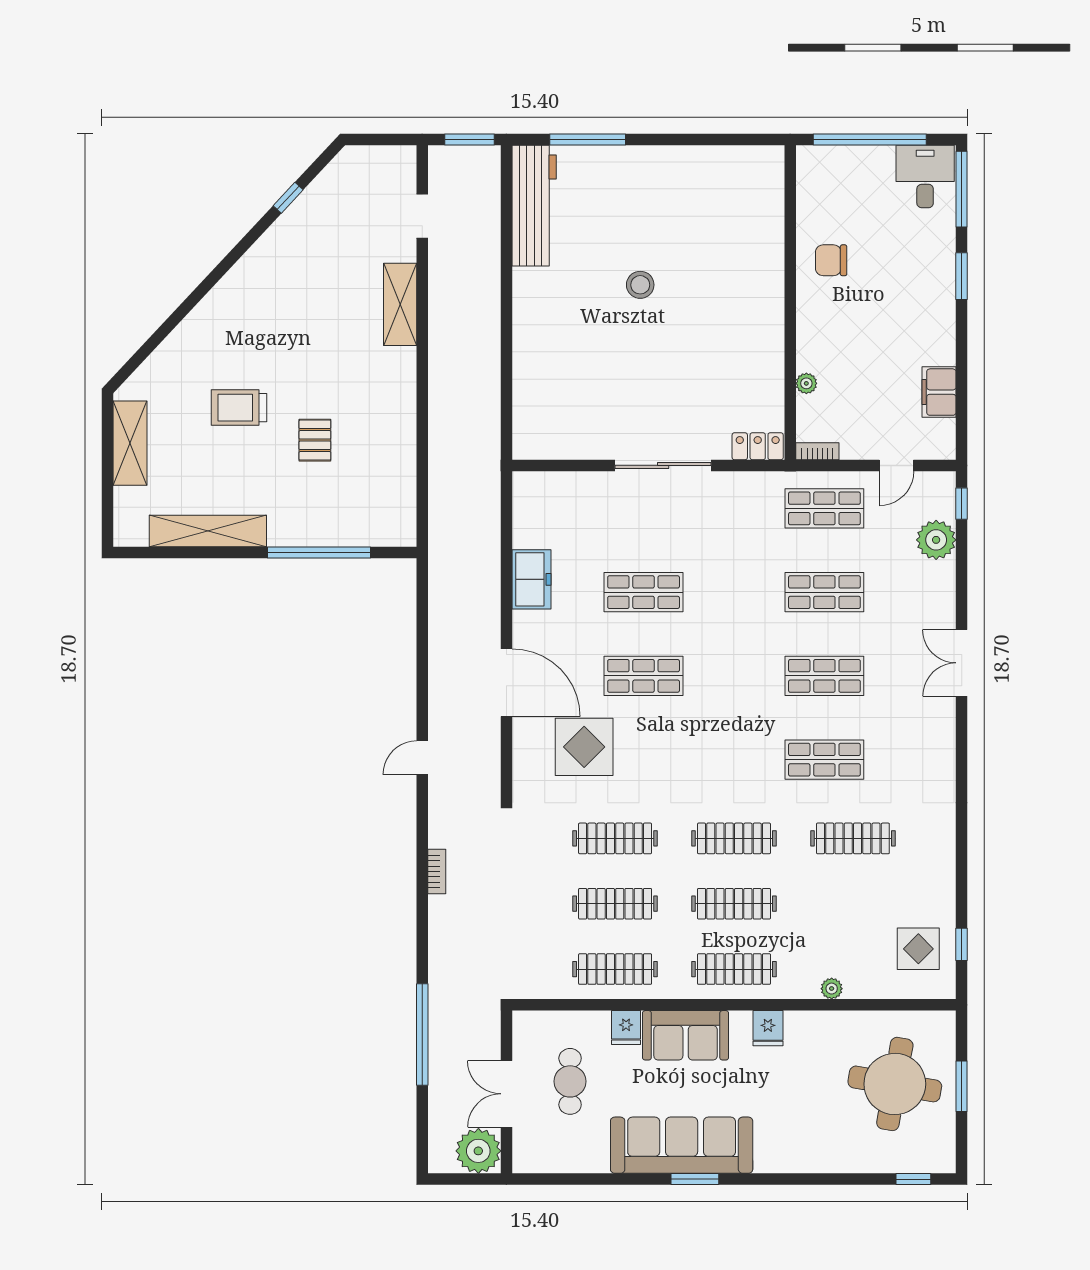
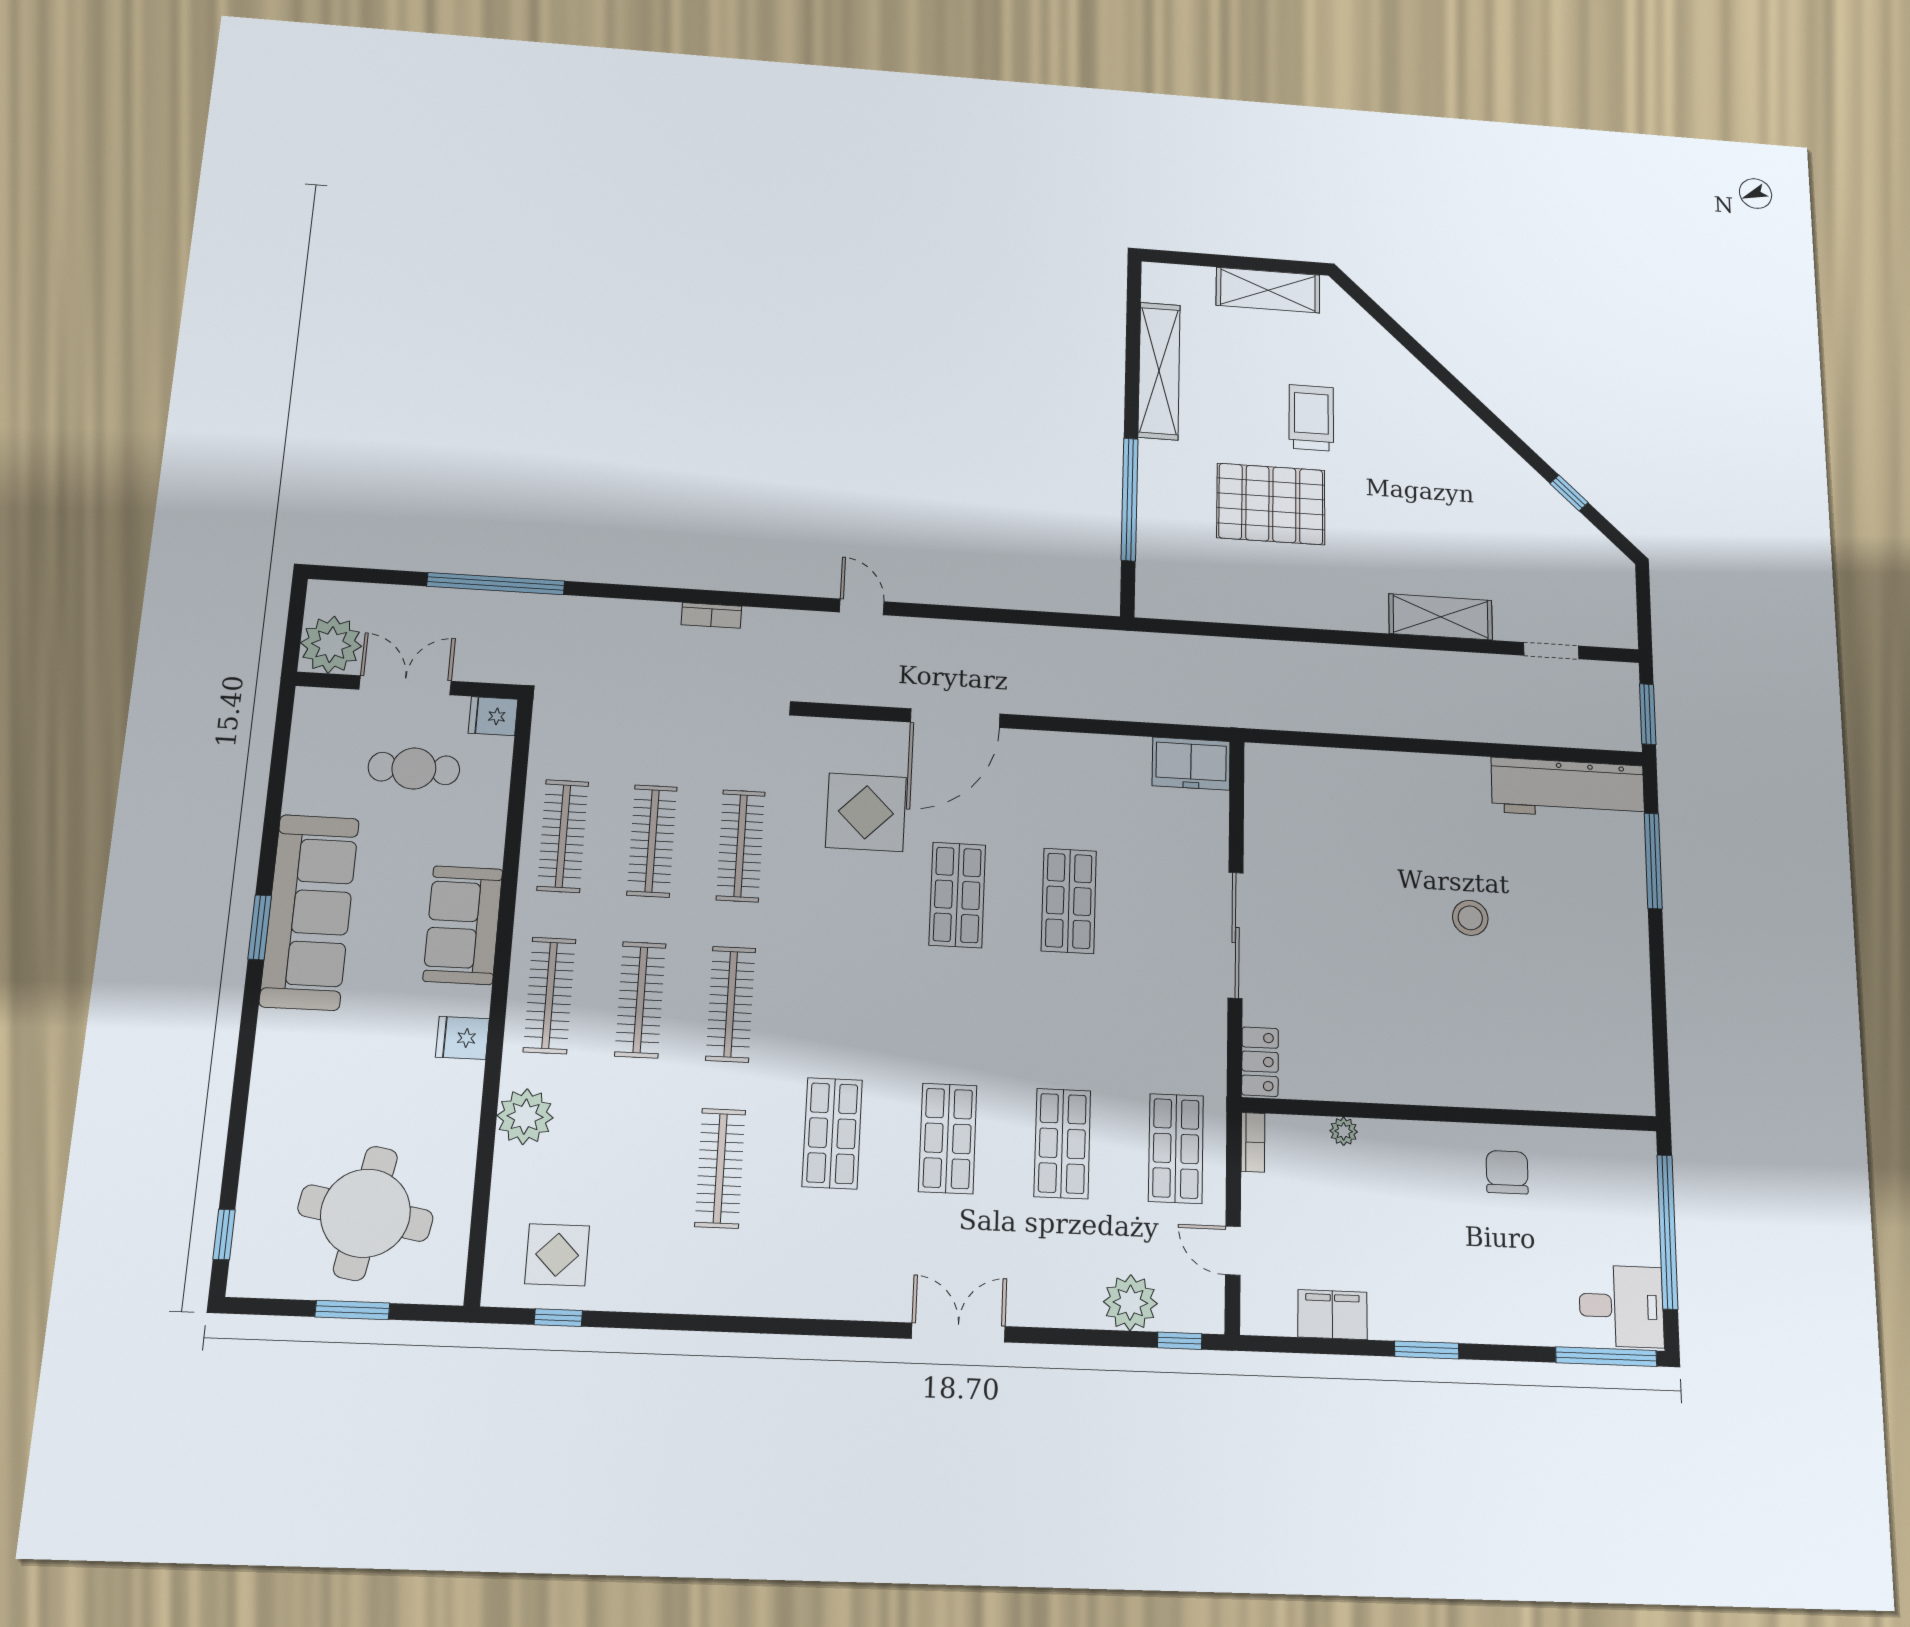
window: (962, 276) -> (1427, 1350), moved
pallet: (315, 440) -> (1271, 504), width x2.05, depth x2.00
freezer: (531, 579) -> (1191, 764), moved
plant: (832, 989) -> (525, 1117), width x1.88, depth x1.88
fridge: (626, 1028) -> (493, 716), moved

